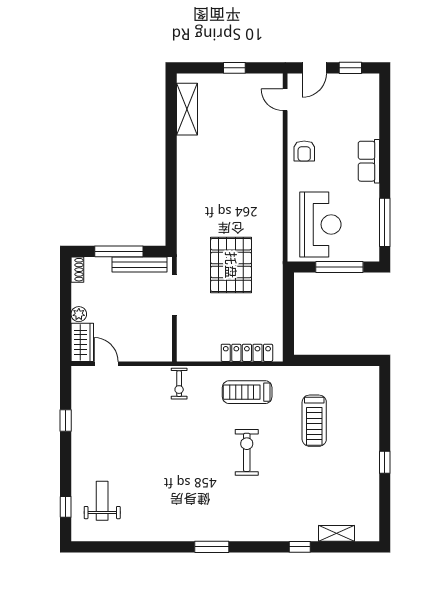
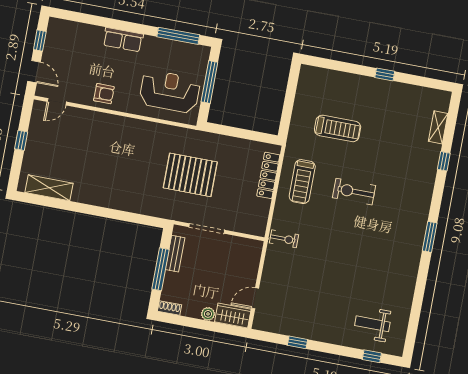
bench: (139, 265) -> (175, 254), width x0.73

